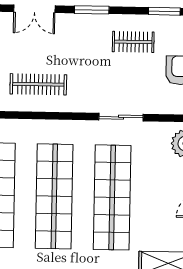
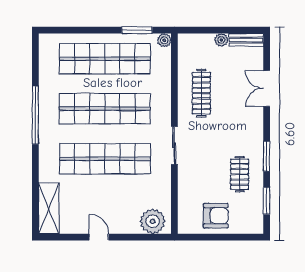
window: (92, 10) -> (267, 156), moved
sliding door: (121, 117) -> (174, 145), moved

